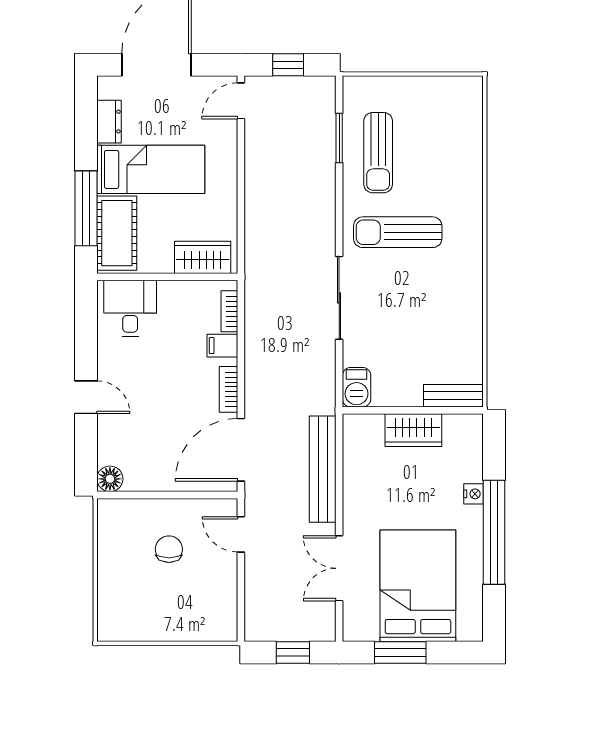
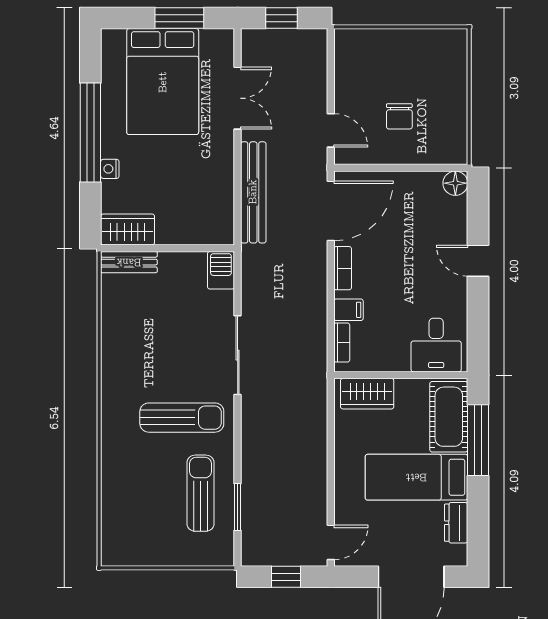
wardrobe: (413, 430) -> (128, 229), moved

